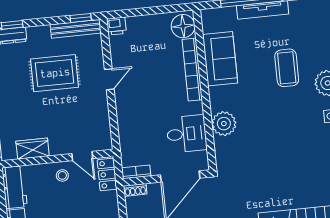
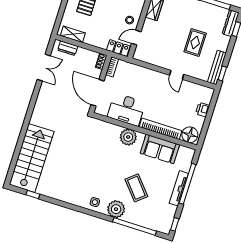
printer: (116, 26) -> (203, 110), moved
coffee table: (287, 68) -> (136, 188), turned 50
rug: (55, 73) -> (195, 43), width x0.73, depth x0.70
plant: (224, 124) -> (128, 137), moved
desk: (187, 134) -> (126, 110), width x1.37

